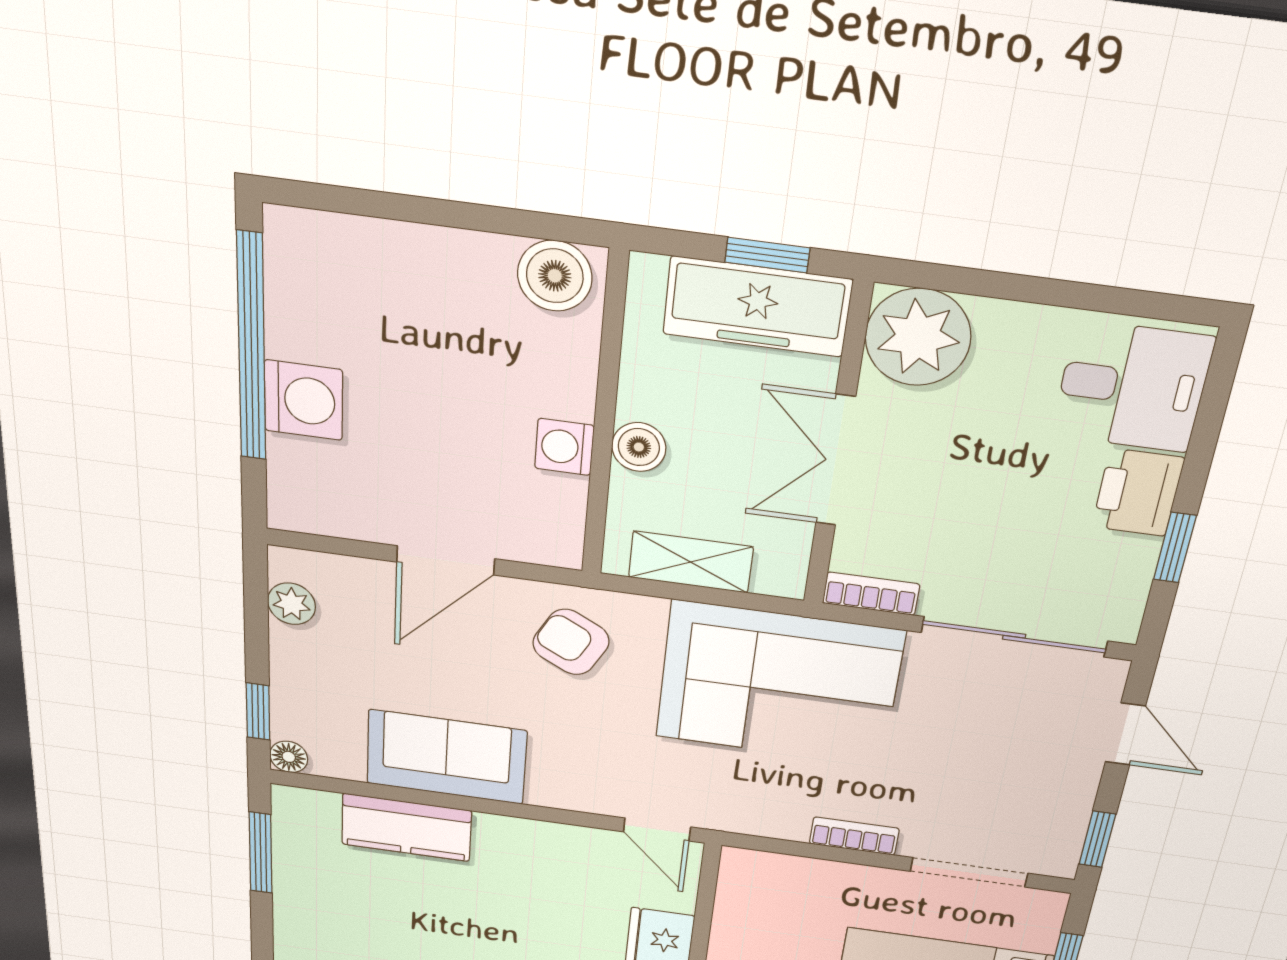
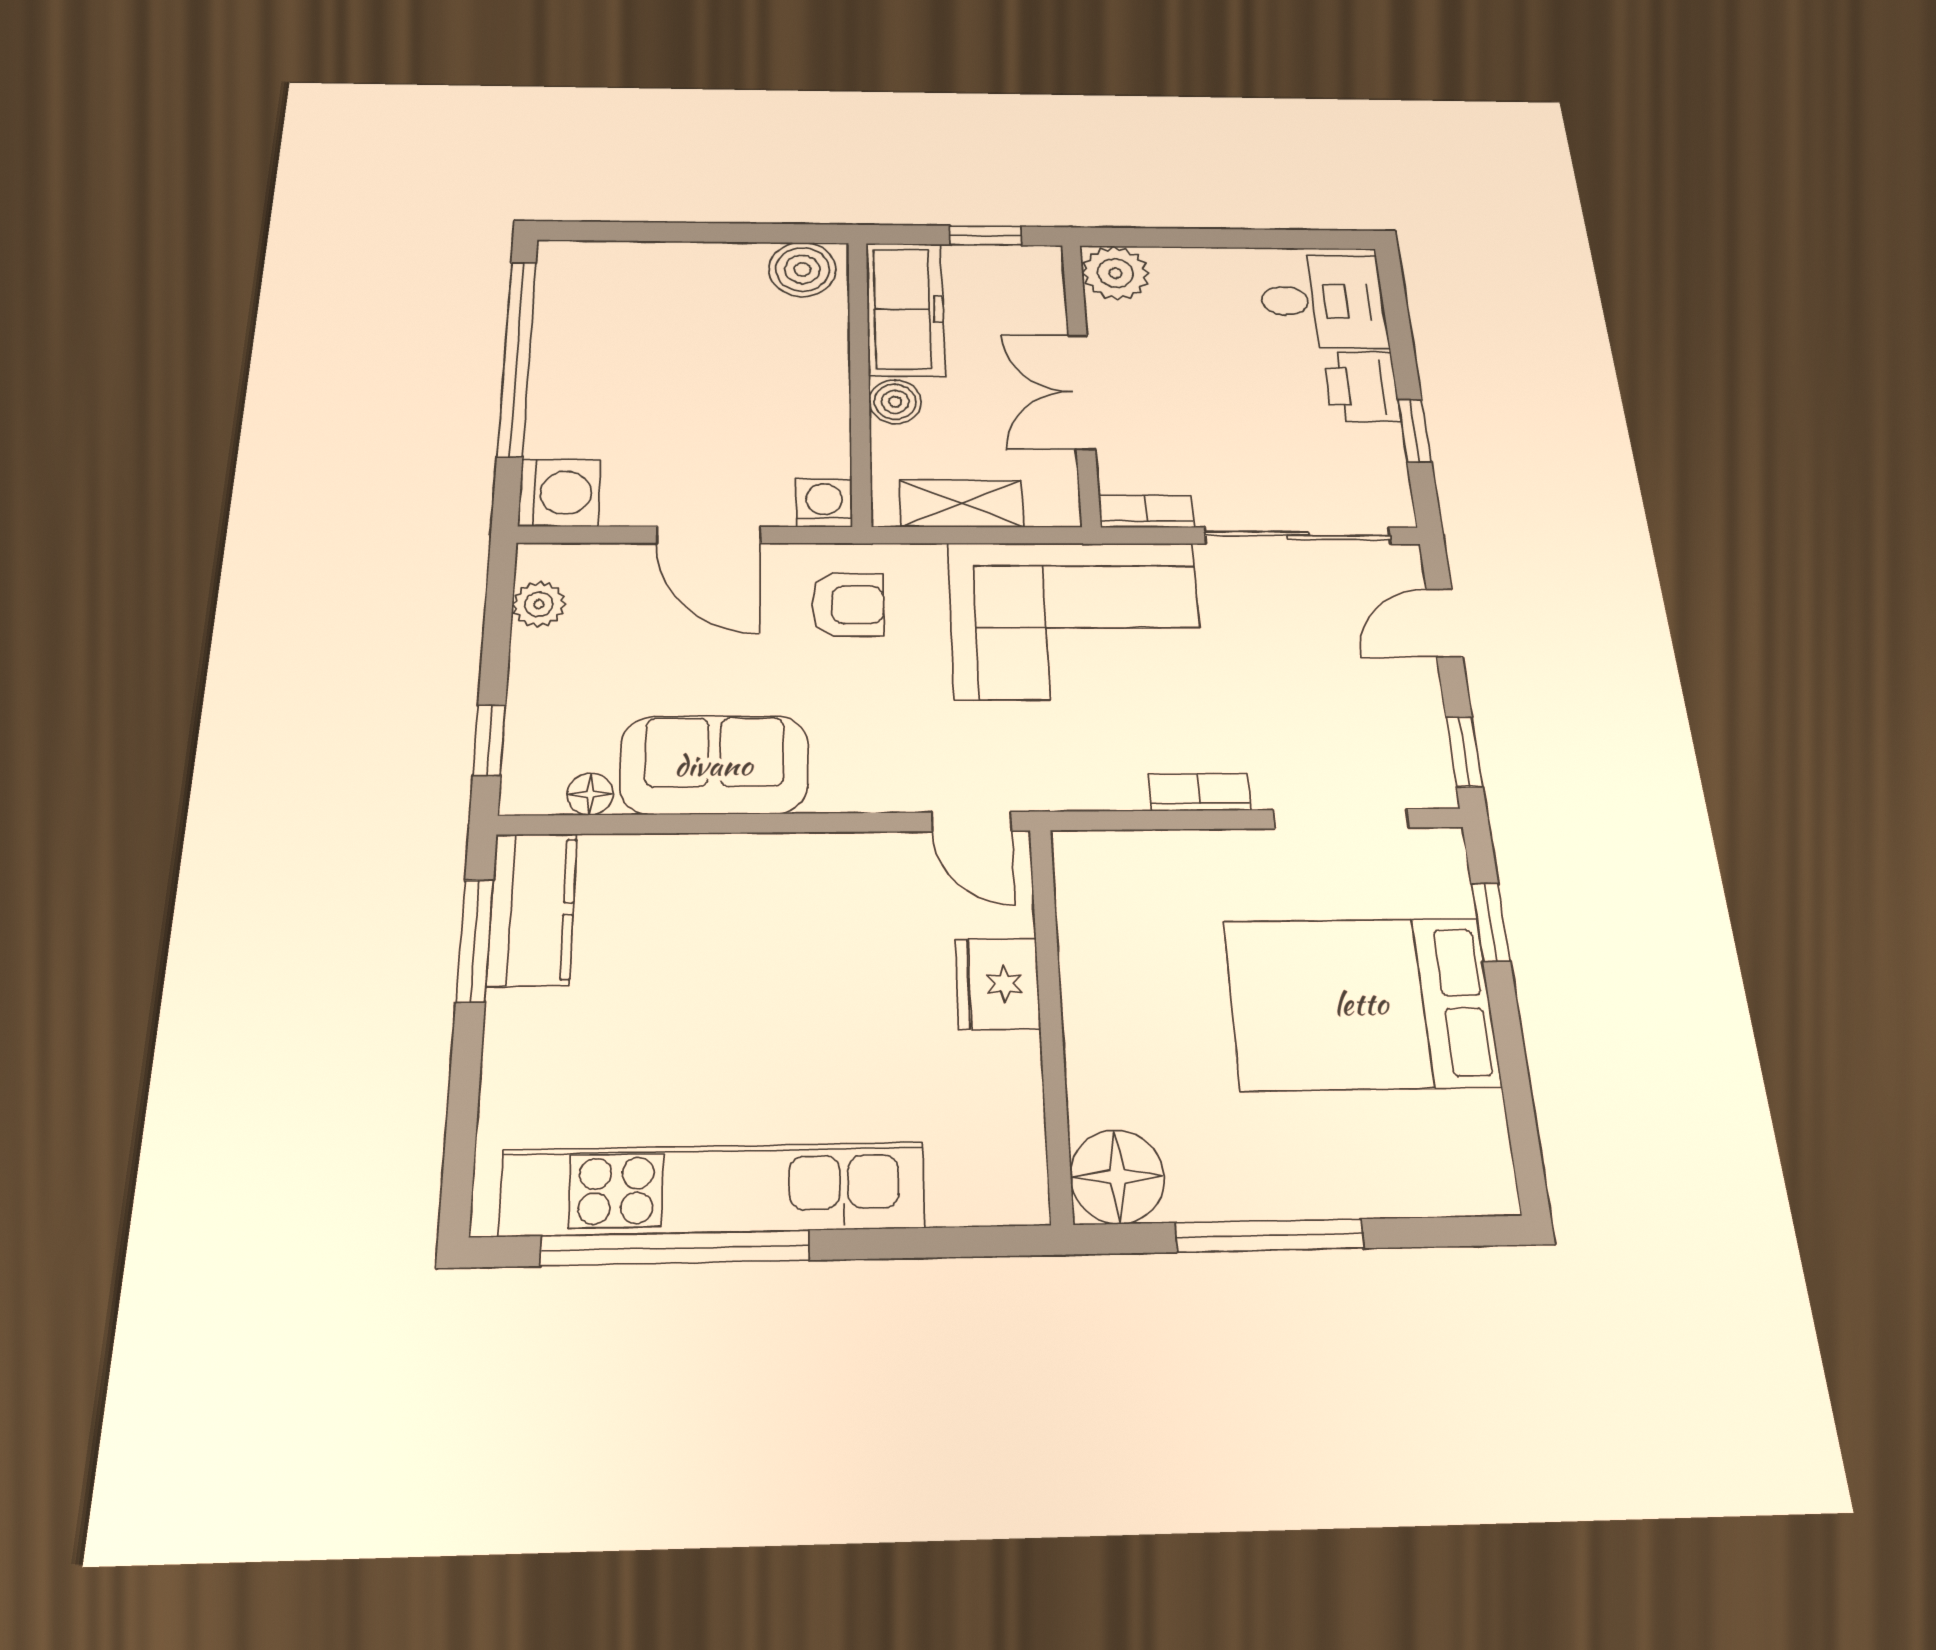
freezer: (757, 307) -> (905, 309), moved, turned -90
plant: (918, 337) -> (1115, 273), width x0.73, depth x0.73
washing machine: (303, 400) -> (560, 493), moved
washing machine: (564, 447) -> (824, 503), moved, turned 90
door: (446, 560) -> (709, 535), hinge flipped
armchair: (571, 642) -> (848, 605), turned 152
door: (1125, 734) -> (1444, 623), swing flipped
floor lamp: (289, 757) -> (590, 794), moved
kitchen counter: (406, 827) -> (532, 909), moved, turned -90

